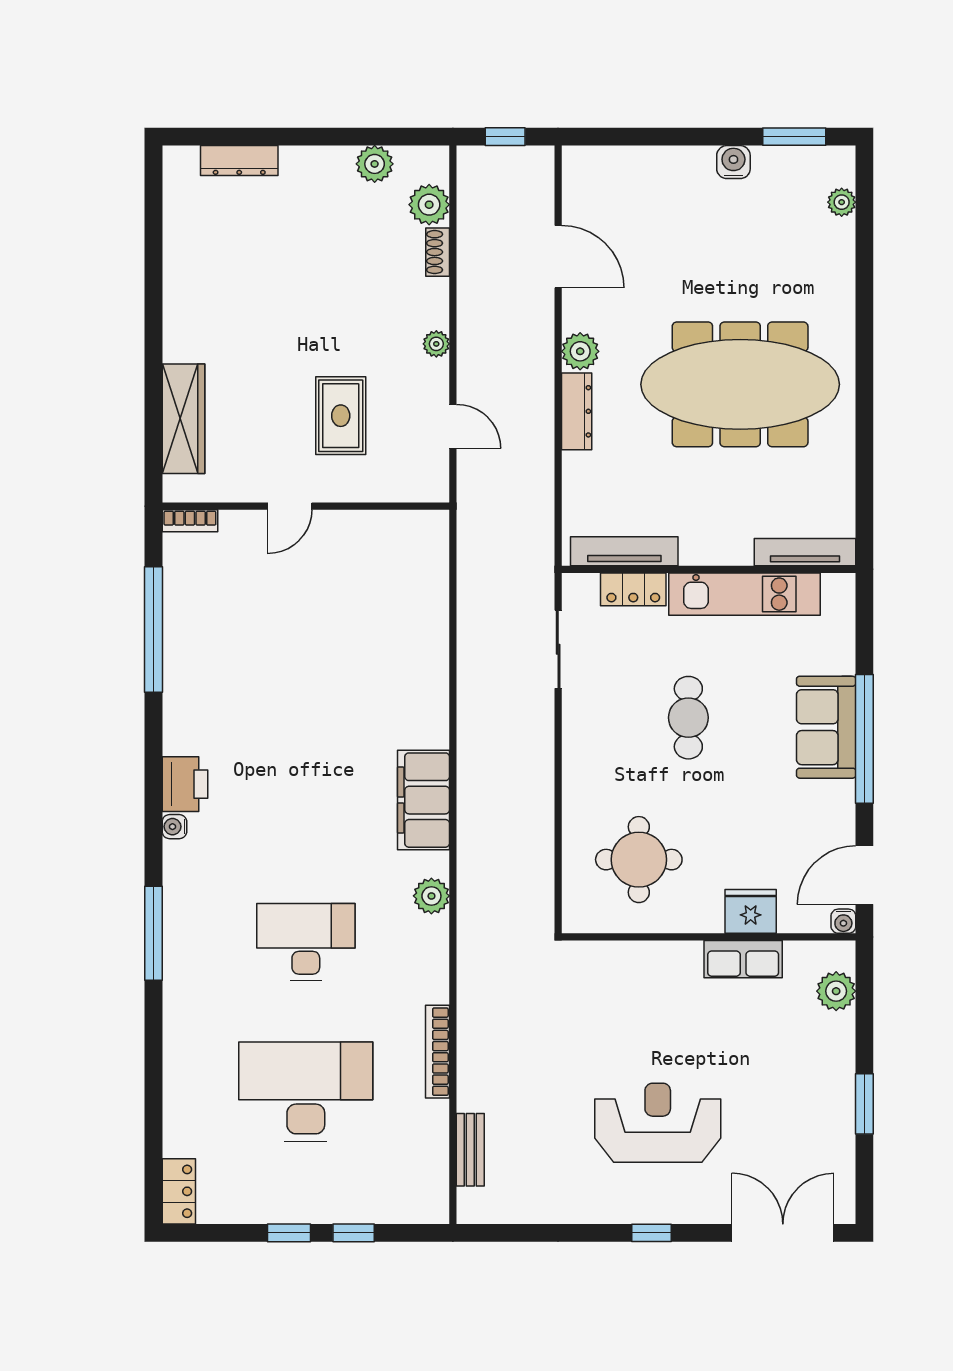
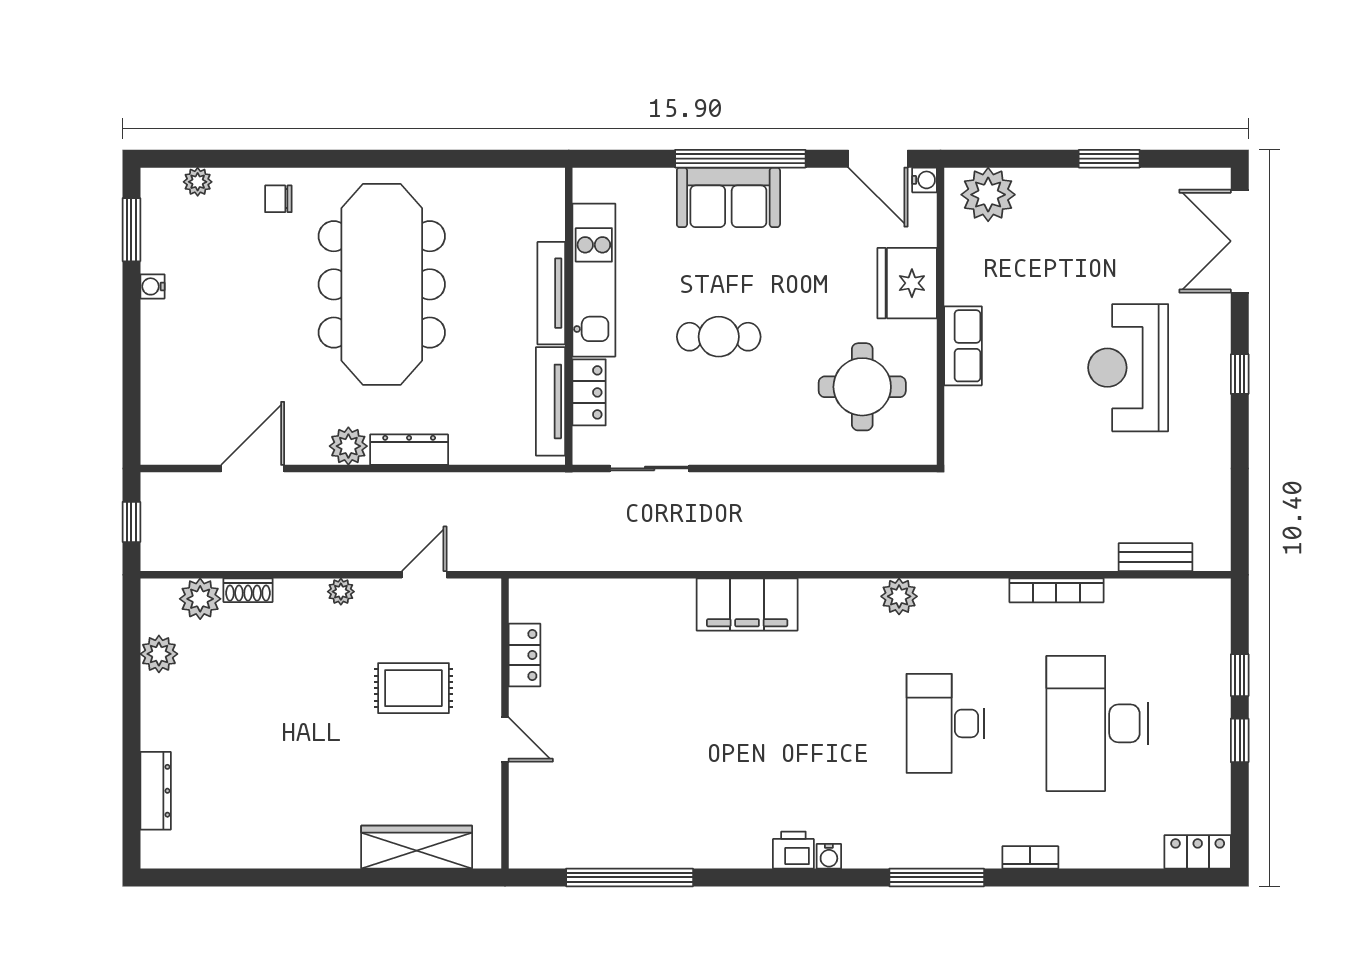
water cooler: (733, 162) -> (152, 286), width x0.72, depth x0.72
chair: (825, 282) -> (278, 199), added
bookcase: (190, 521) -> (1030, 857), moved, turned -90
locker: (374, 525) -> (524, 655), added
tv unit: (805, 552) -> (551, 293), moved
printer: (185, 784) -> (793, 850), width x0.73, depth x0.81
filing cabinet: (424, 800) -> (747, 604), moved
fridge: (751, 911) -> (907, 283), width x1.36, depth x1.34
row of seats: (743, 959) -> (963, 346), moved
plant: (836, 991) -> (988, 195), width x1.36, depth x1.36

